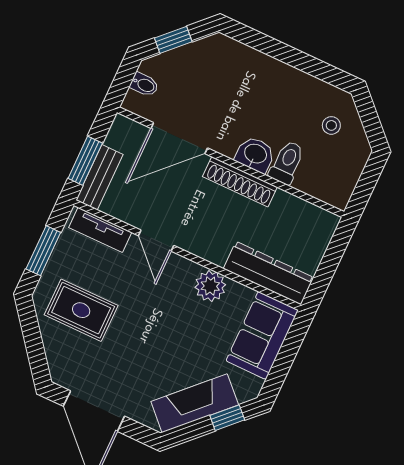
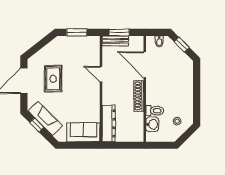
washbasin: (255, 154) -> (152, 124), moved
tv unit: (100, 230) -> (95, 51), removed
door: (156, 241) -> (101, 74), hinge flipped
plant: (210, 286) -> (93, 103), removed
rug: (81, 310) -> (53, 79), moved
window: (227, 418) -> (37, 125), moved

